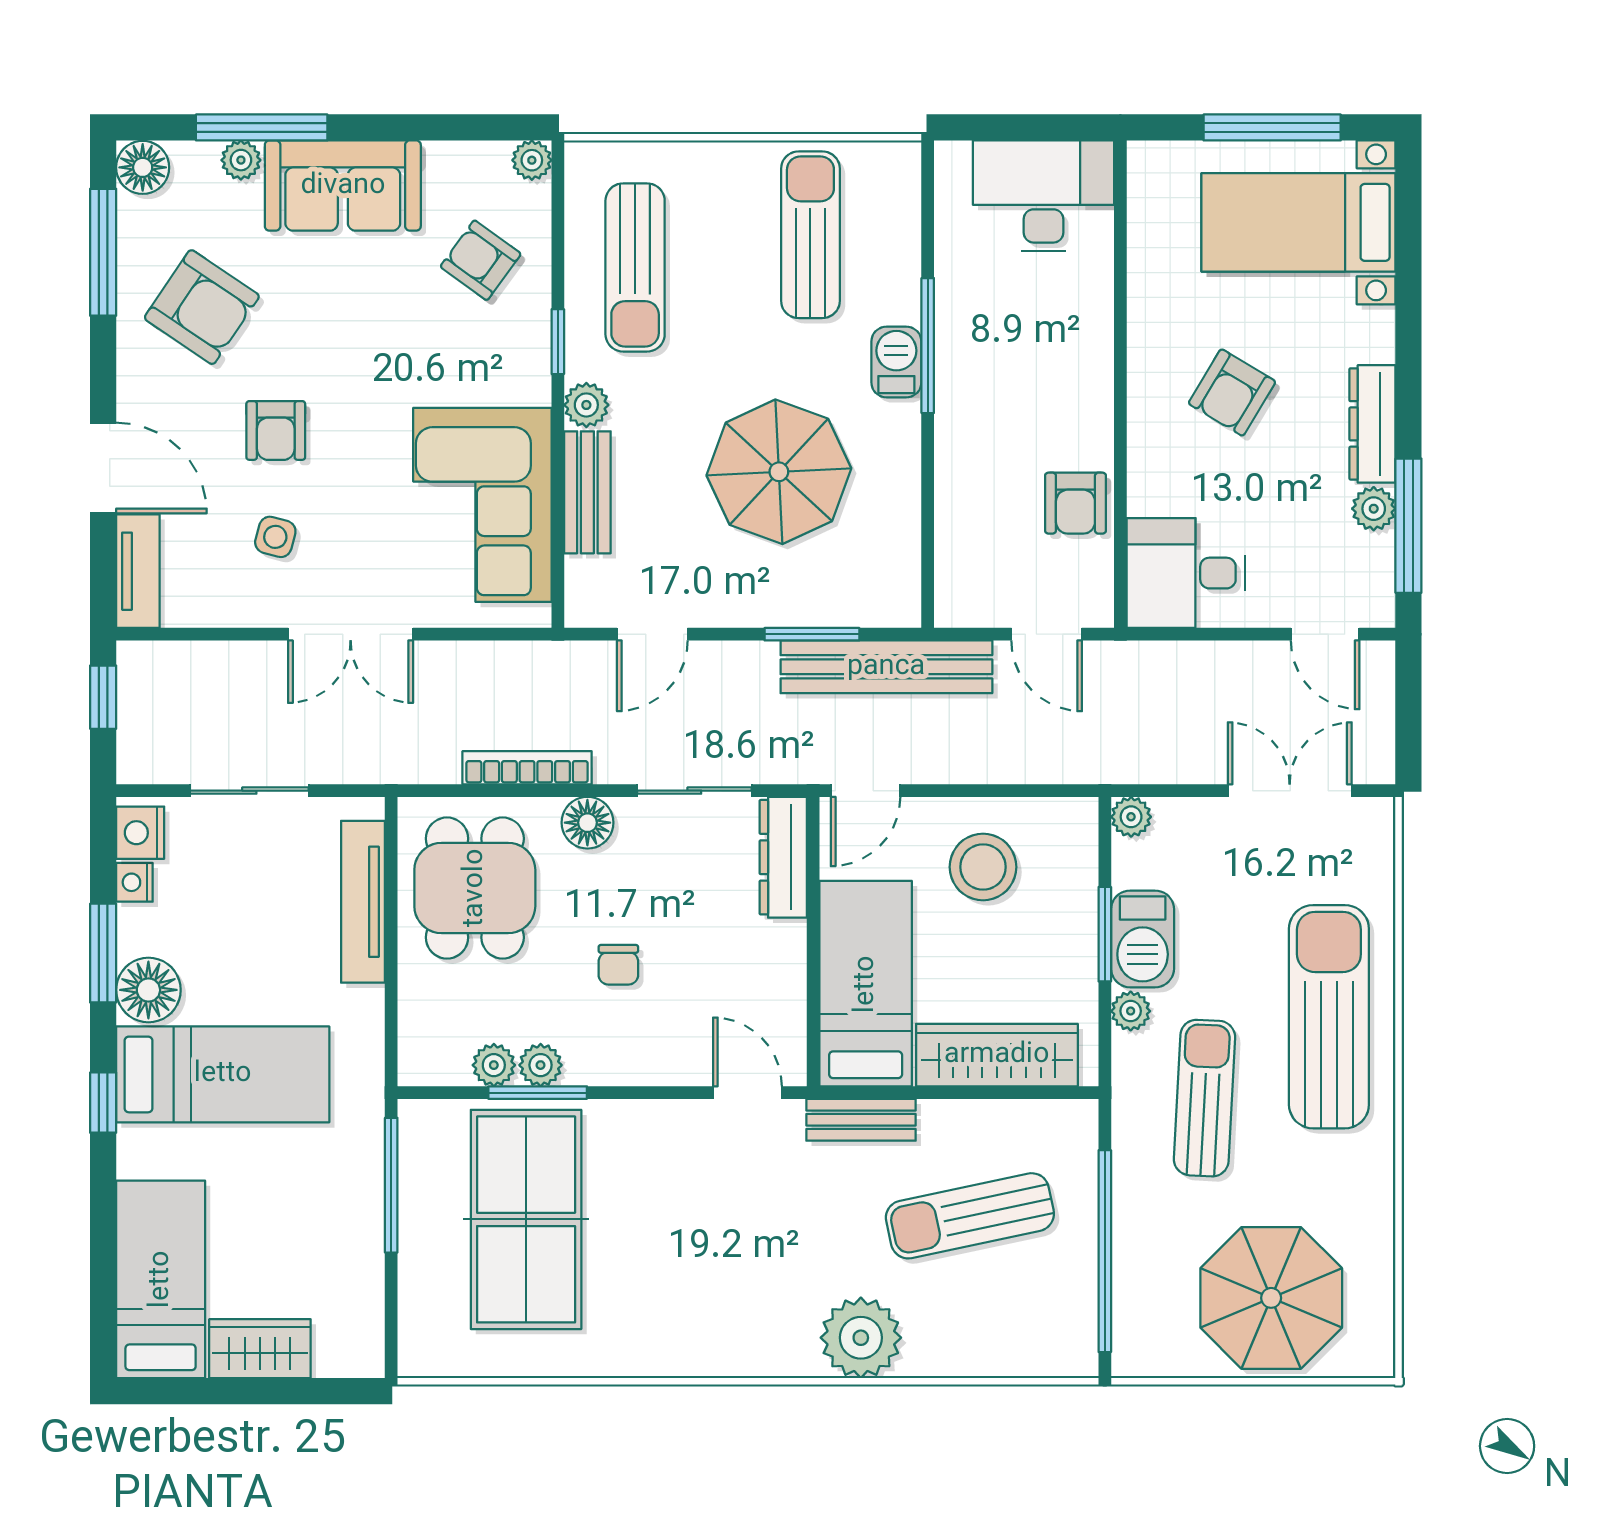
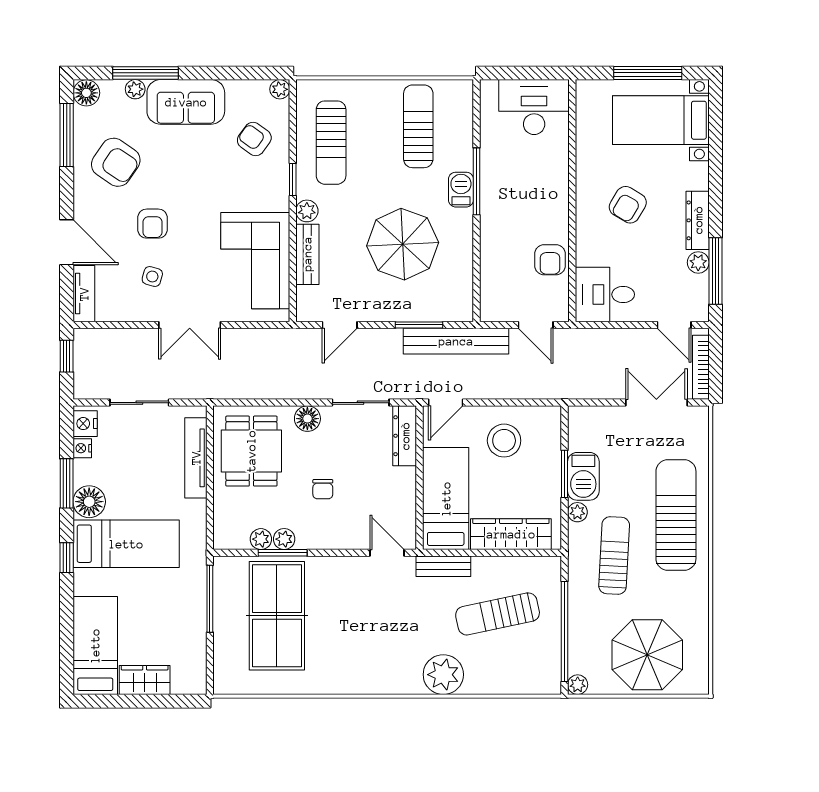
bookcase: (527, 768) -> (701, 367), moved, turned -90
plant: (1131, 817) -> (578, 685), moved

